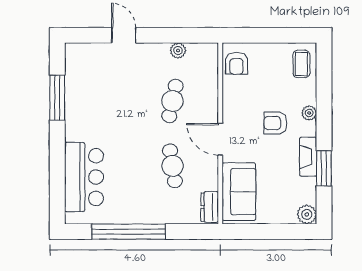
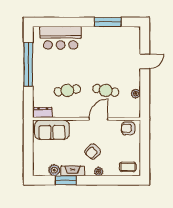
armchair: (275, 123) -> (93, 152), turned -135
door: (220, 139) -> (98, 119), moved
plant: (307, 214) -> (54, 170), moved

